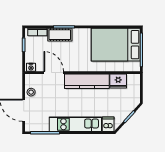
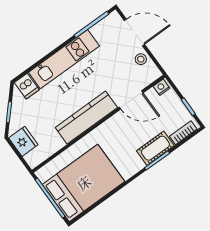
fridge: (118, 81) -> (23, 141), moved, turned 90

